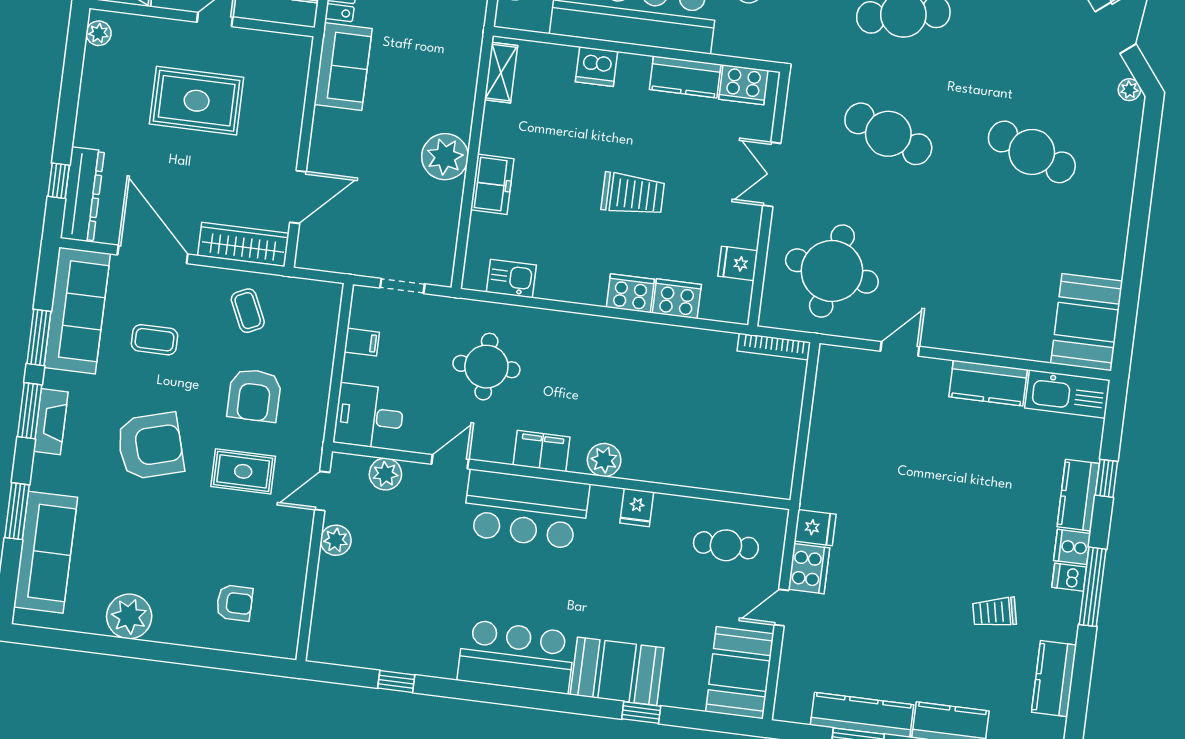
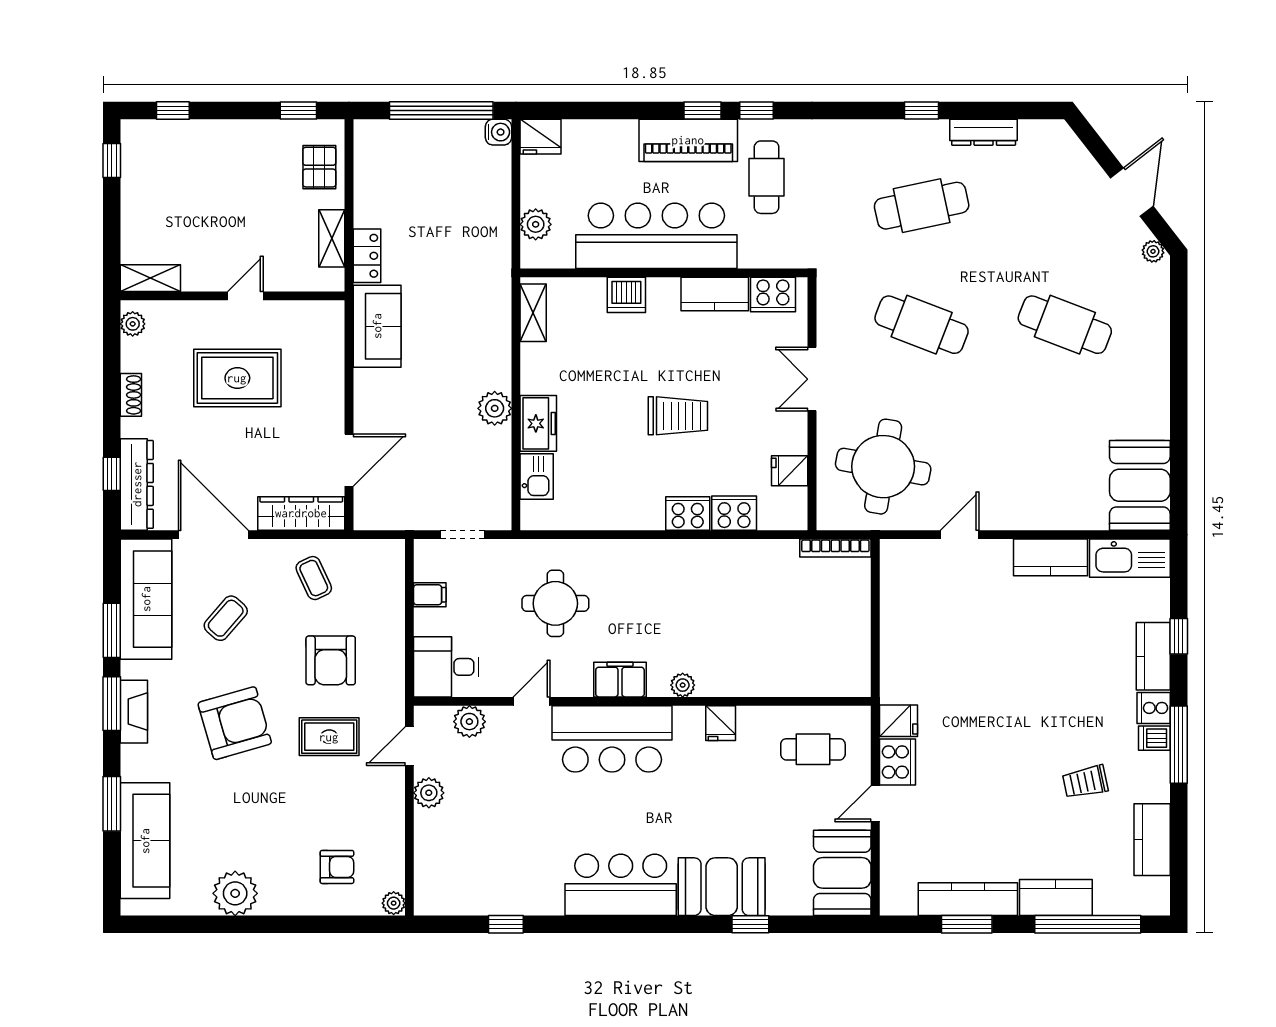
shoe rack: (88, 104) -> (131, 395), added
plant: (445, 157) -> (495, 408), width x0.73, depth x0.73
kitchen sink: (511, 279) -> (537, 477), moved, turned 90
coffee table: (154, 340) -> (226, 618), turned -49
plant: (604, 460) -> (683, 685), width x0.73, depth x0.73
plant: (287, 646) -> (394, 903), added

